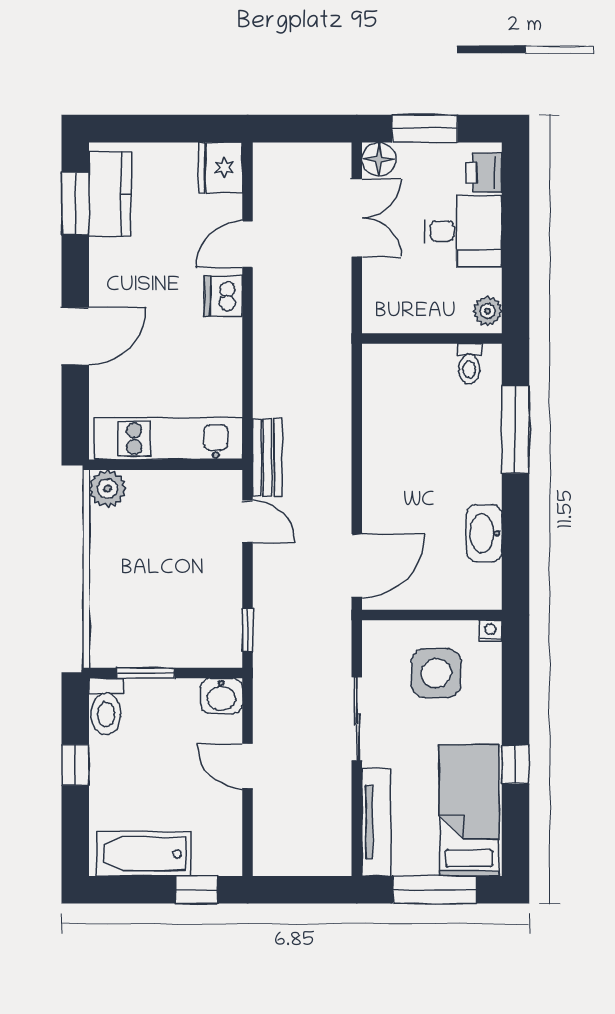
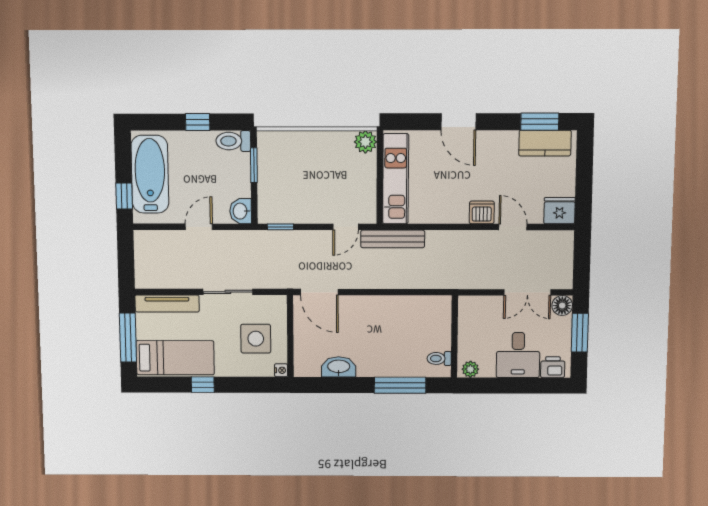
bench: (268, 457) -> (393, 239), width x1.36
bathtub: (143, 854) -> (150, 174), width x1.36, depth x1.36

